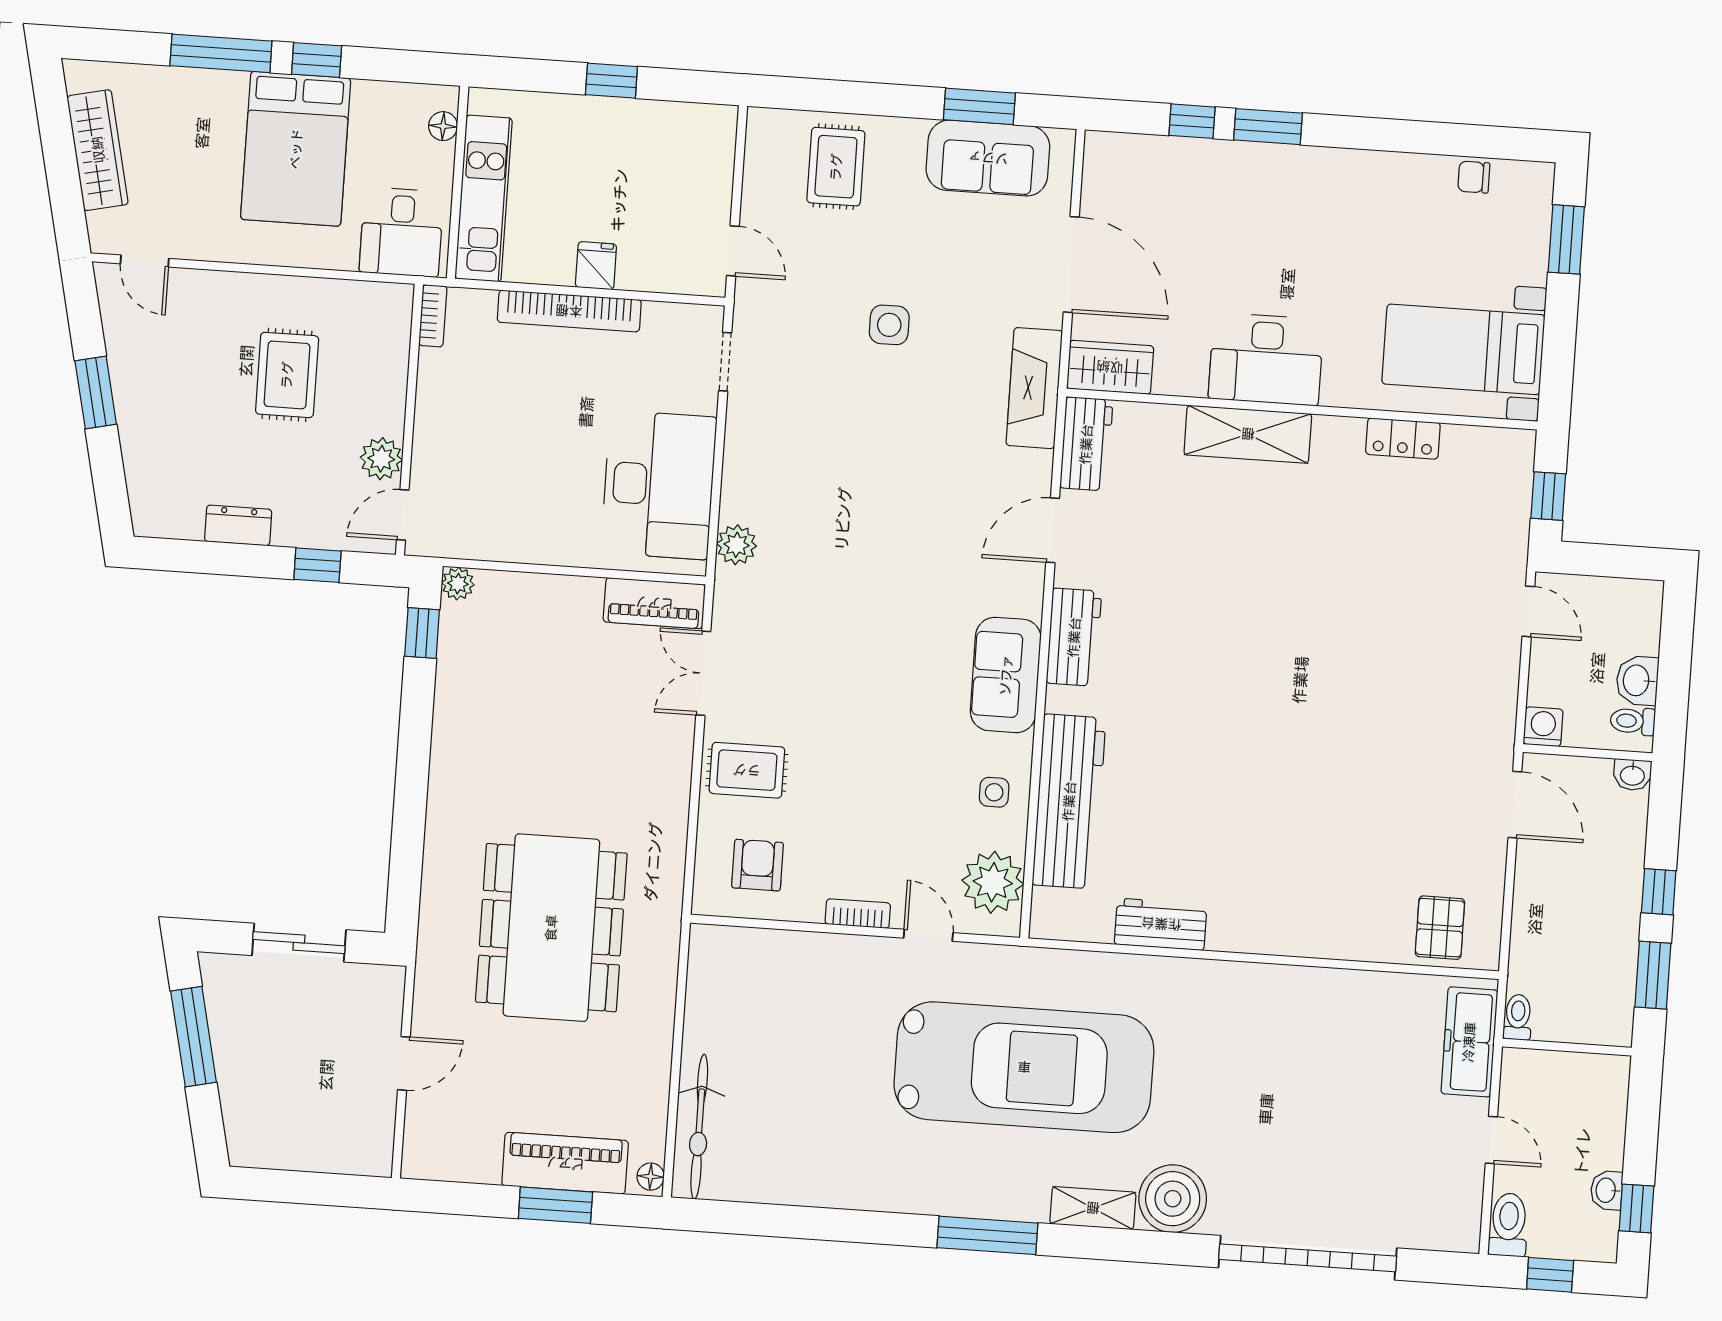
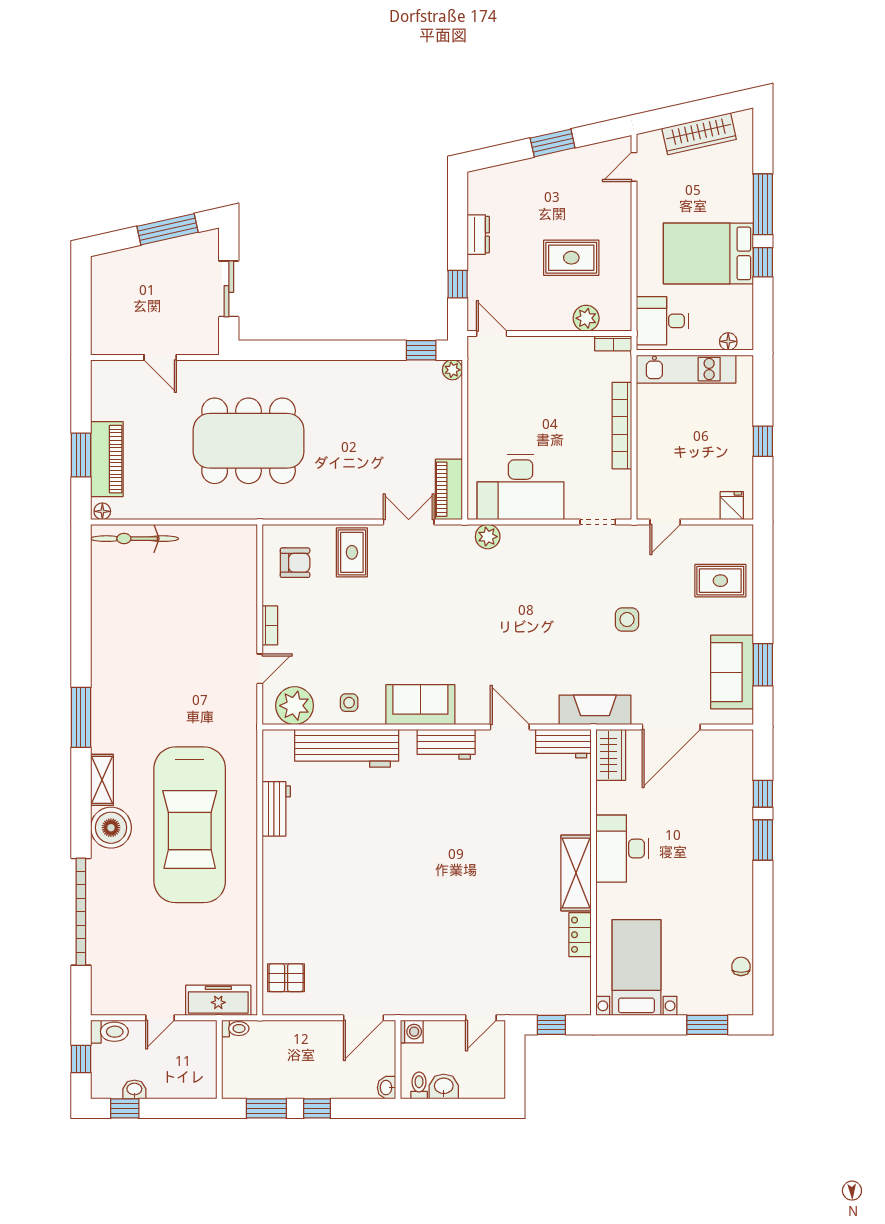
fridge: (596, 266) -> (732, 506), moved, turned -90
shelving: (1248, 434) -> (576, 873), moved
plant: (381, 459) -> (586, 318), moved
car: (1024, 1067) -> (190, 825), moved

